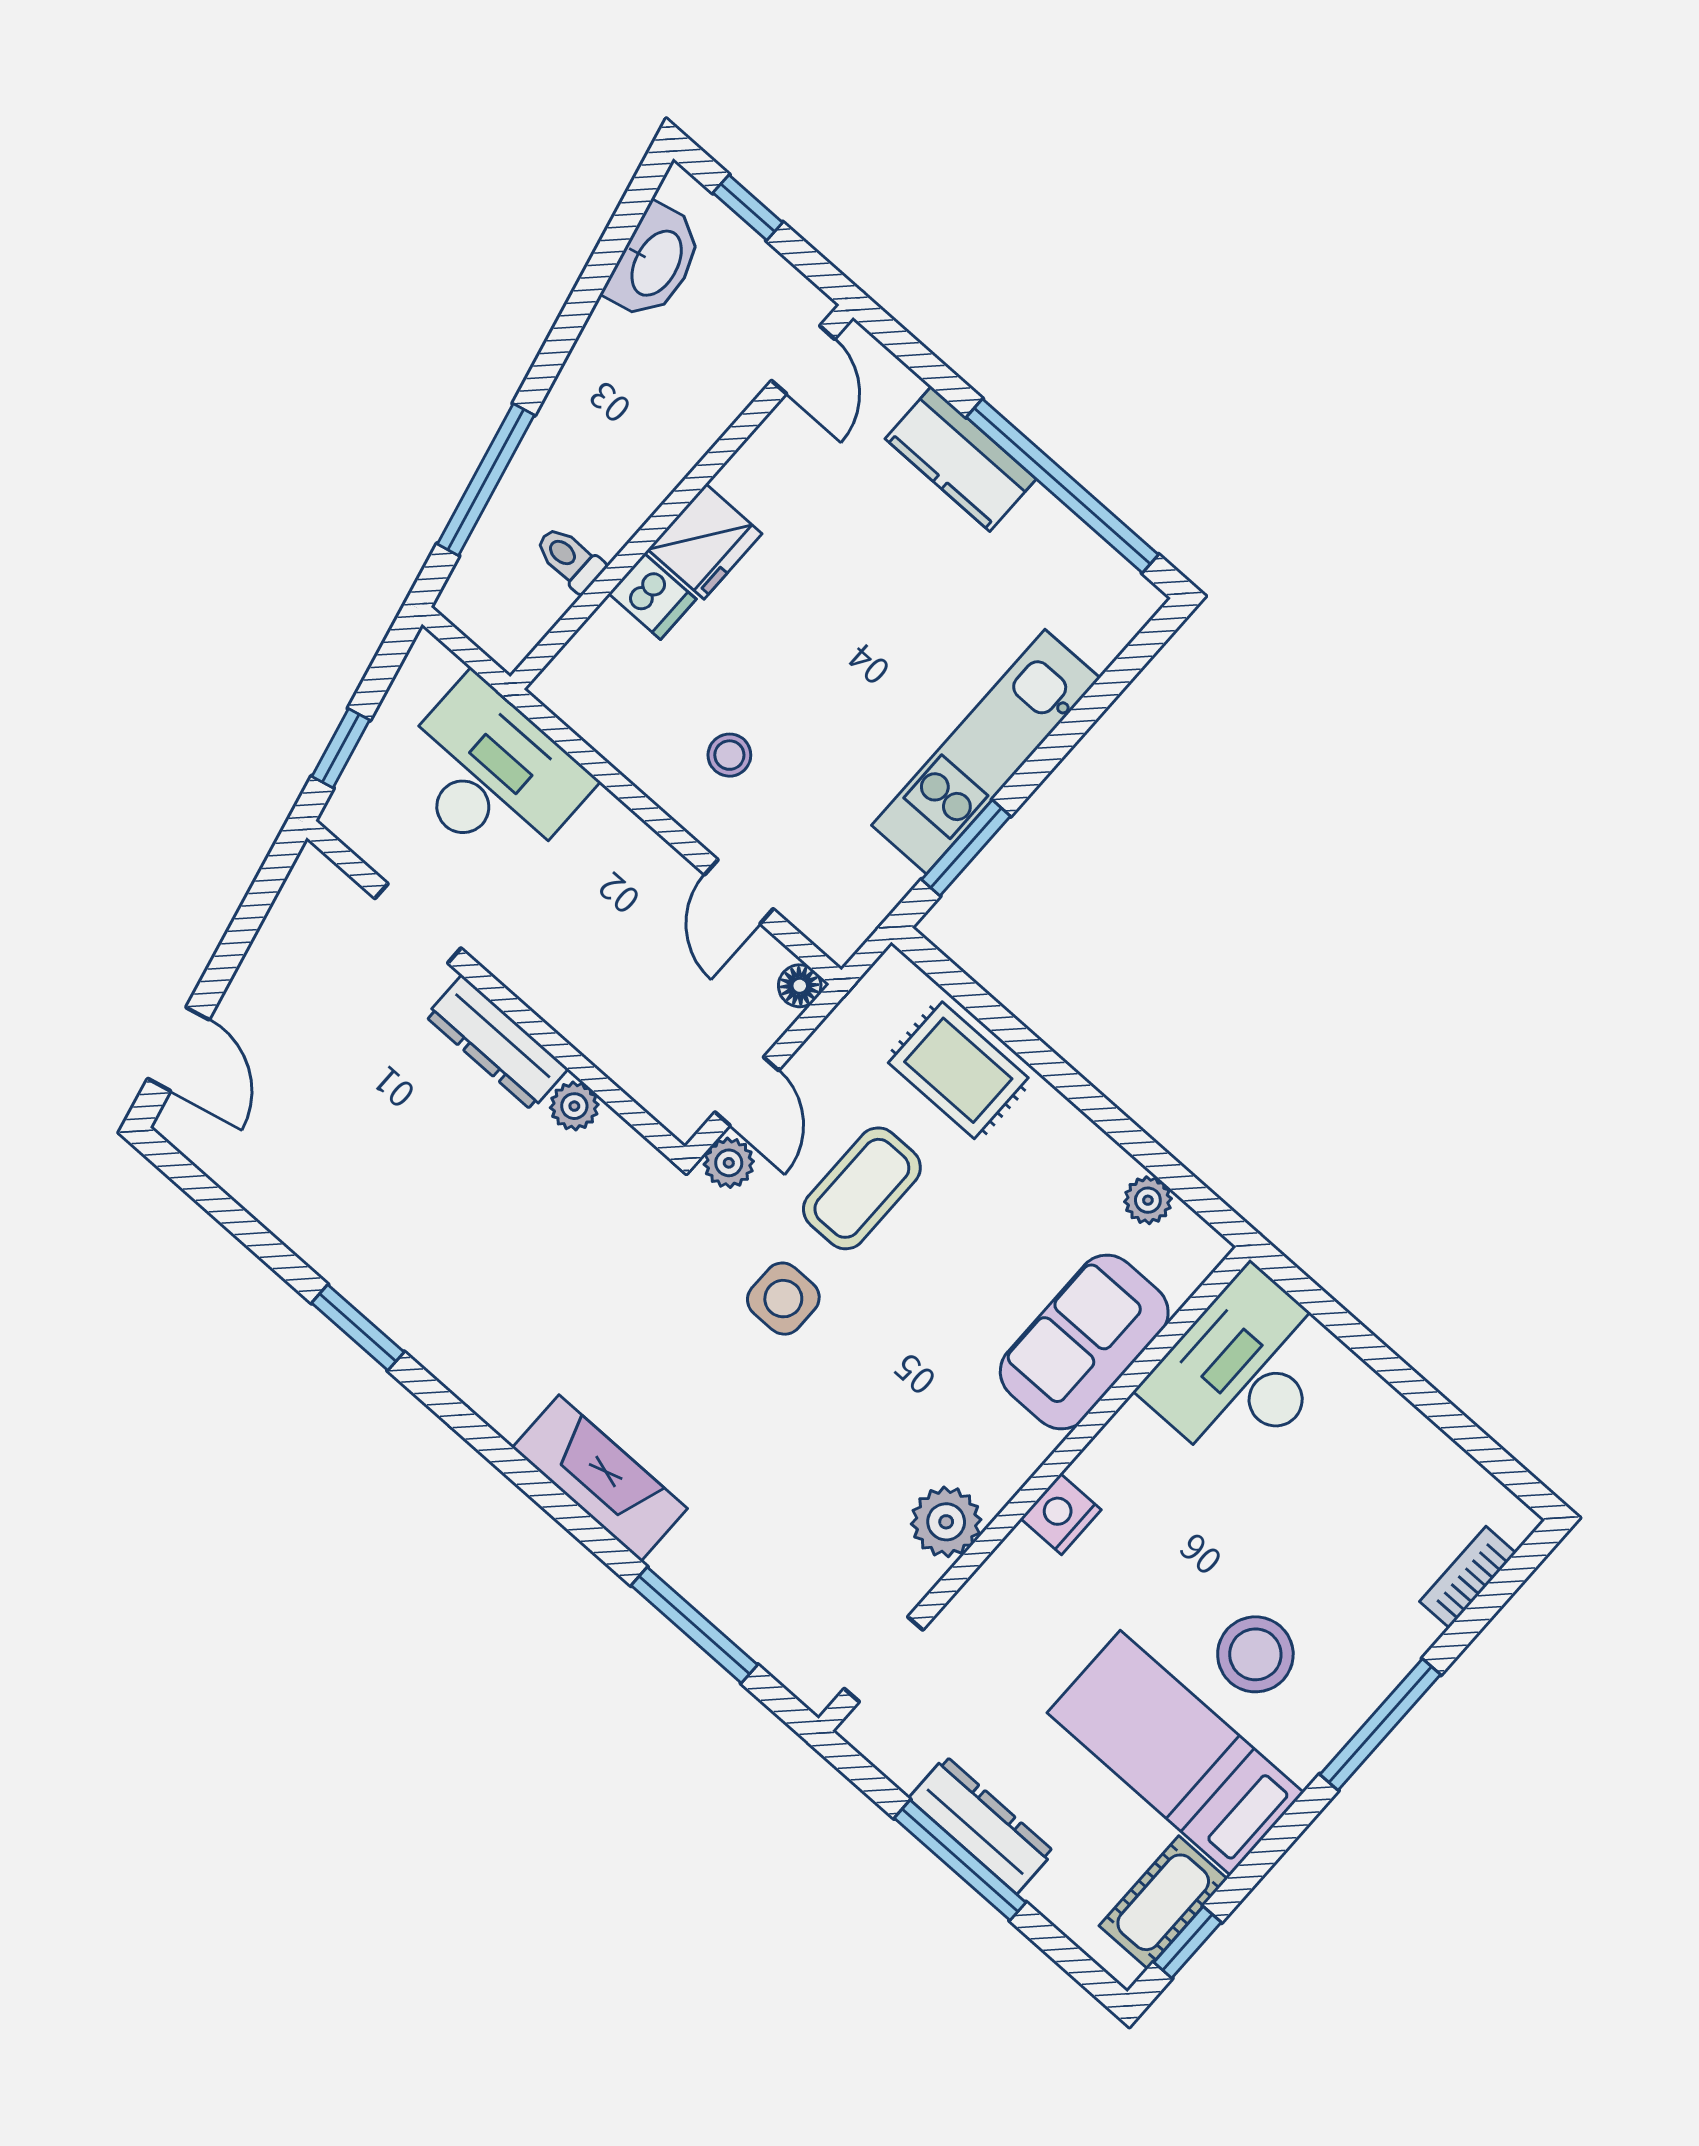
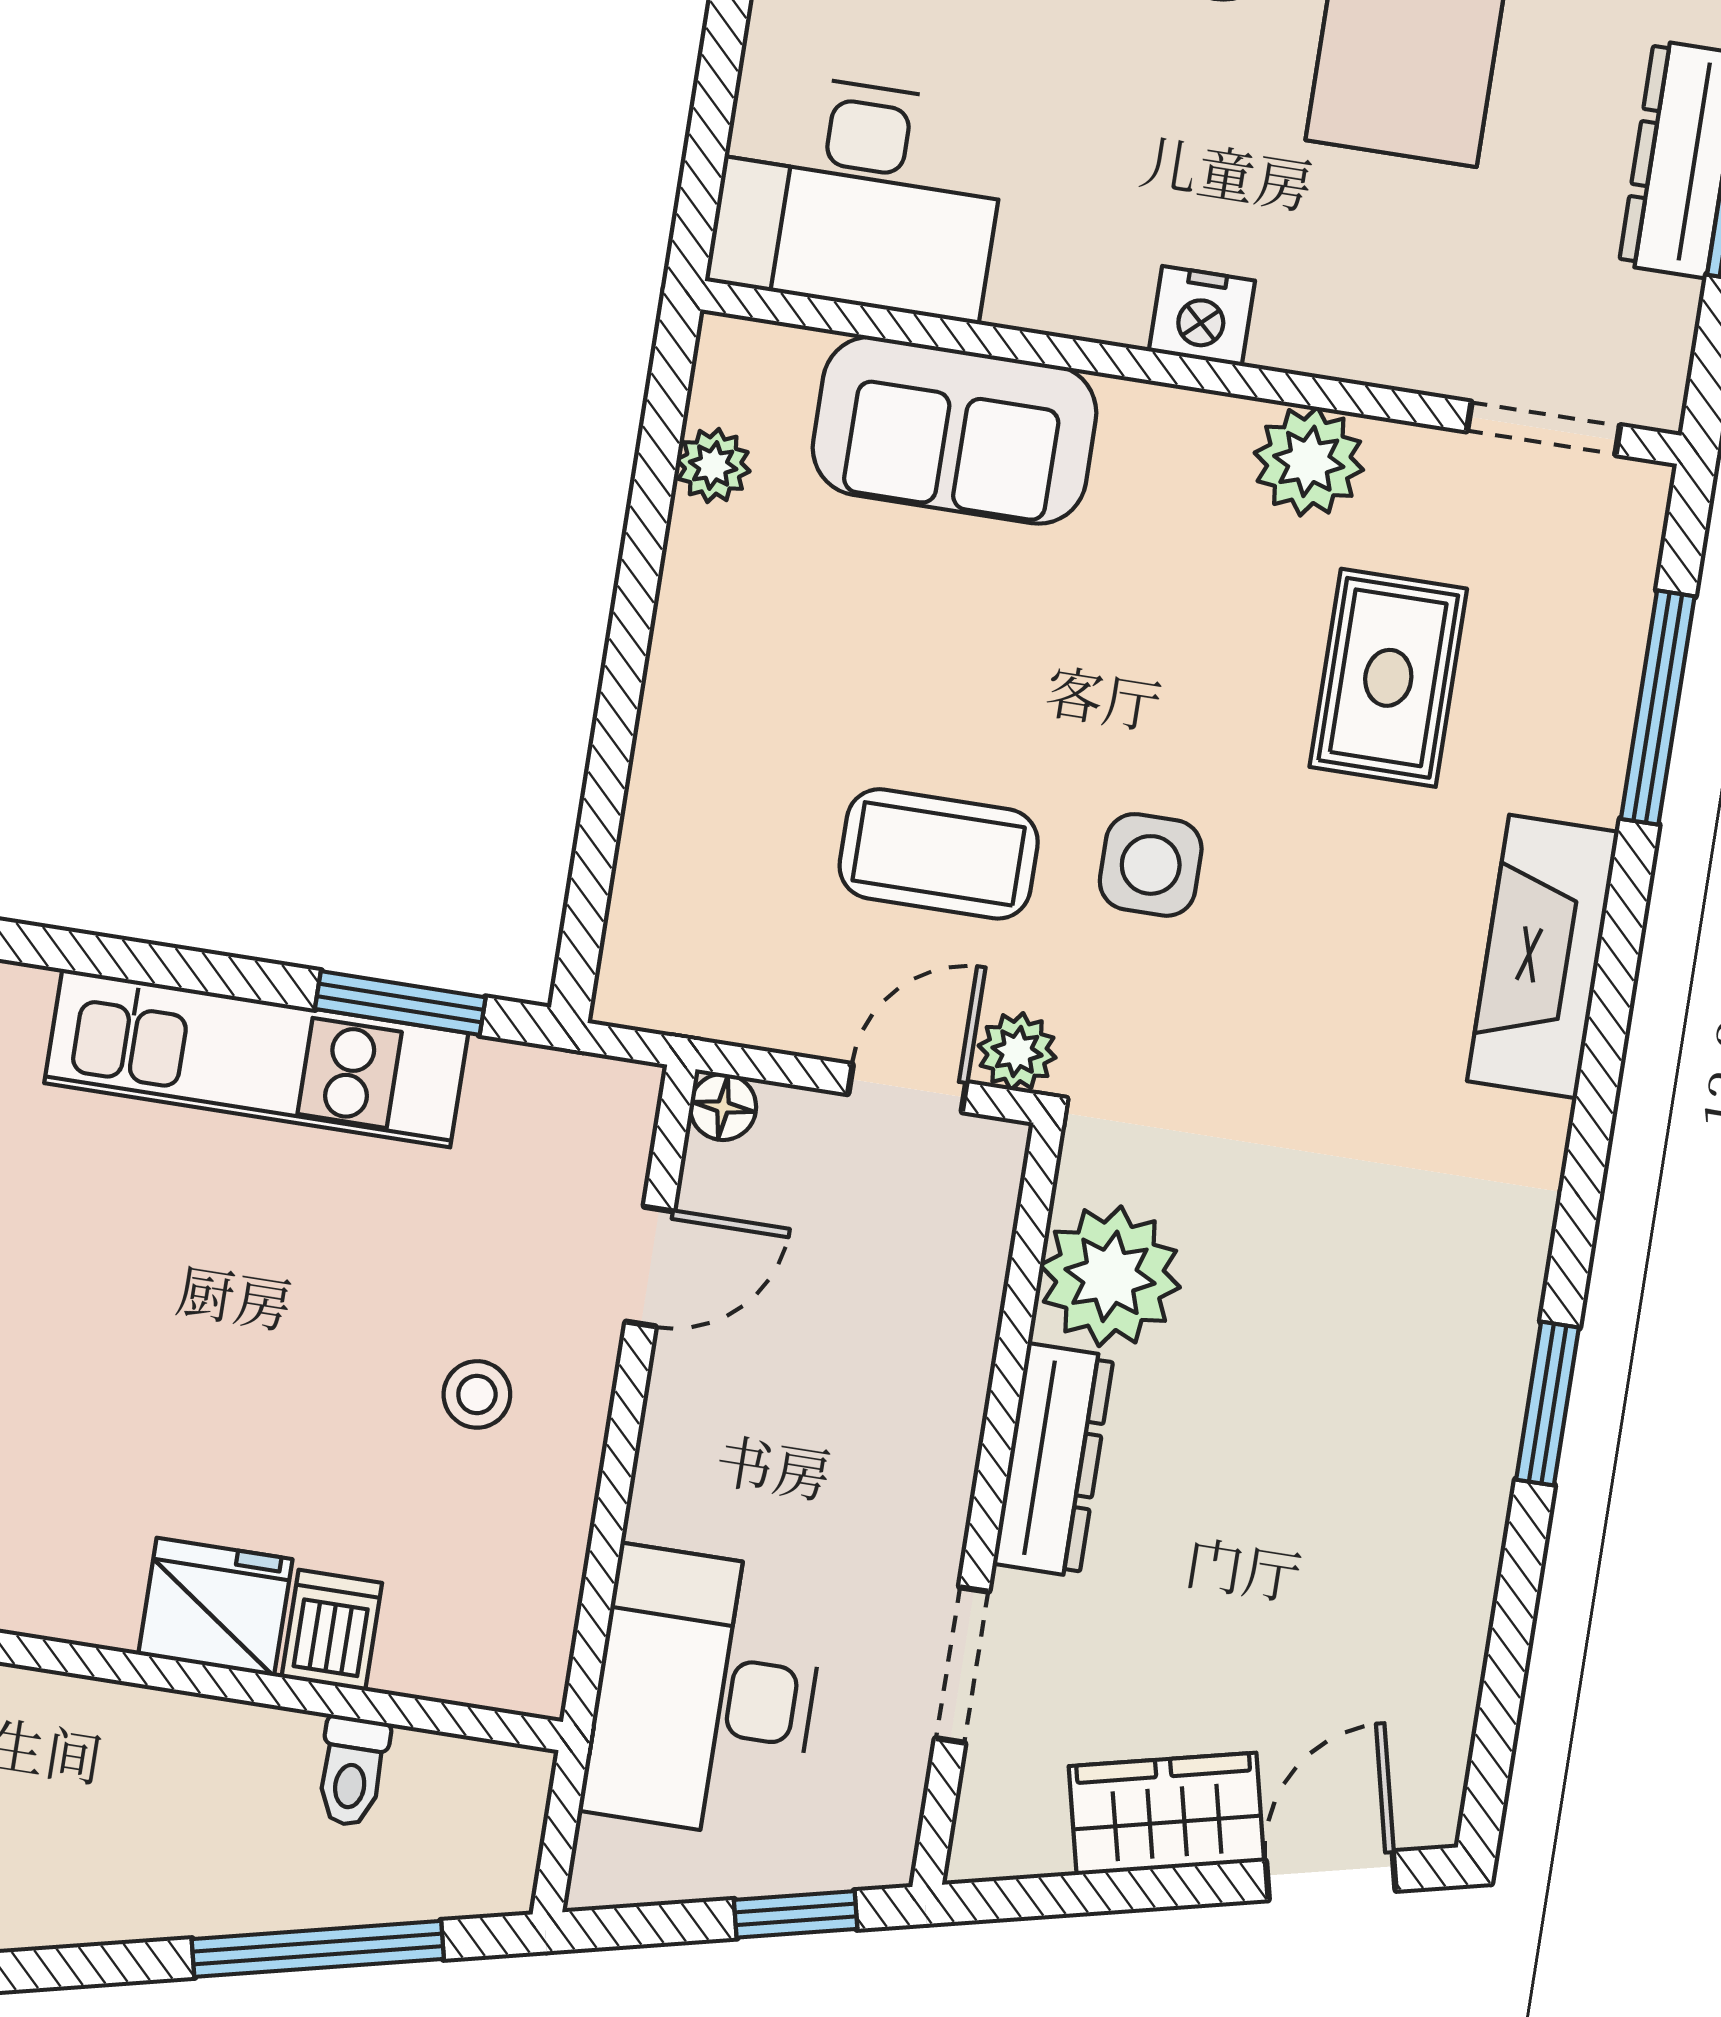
wardrobe: (268, 982) -> (1166, 1814), added
rug: (958, 1070) -> (1388, 678), moved
plant: (574, 1106) -> (1110, 1276), width x1.88, depth x1.88

